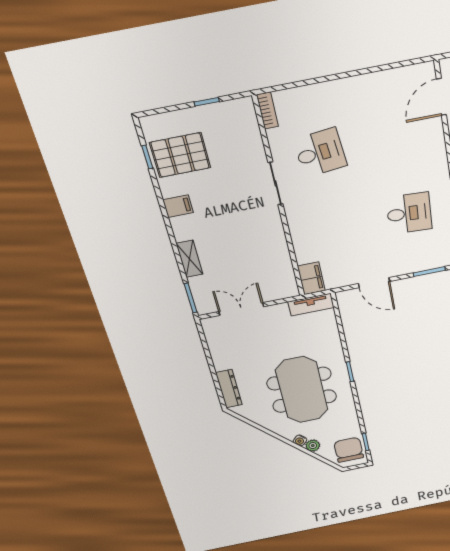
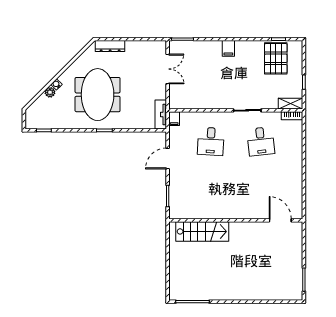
filing cabinet: (178, 206) -> (228, 48), moved
desk: (409, 213) -> (211, 141), moved
shelving: (189, 259) -> (291, 104), moved
filing cabinet: (311, 278) -> (174, 119), width x0.50
meeting table: (302, 390) -> (98, 95), turned 90
chair: (349, 450) -> (40, 117), removed

